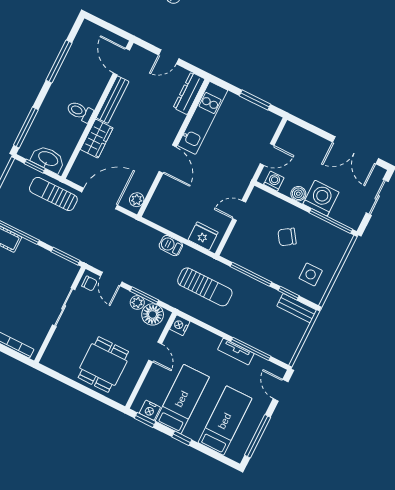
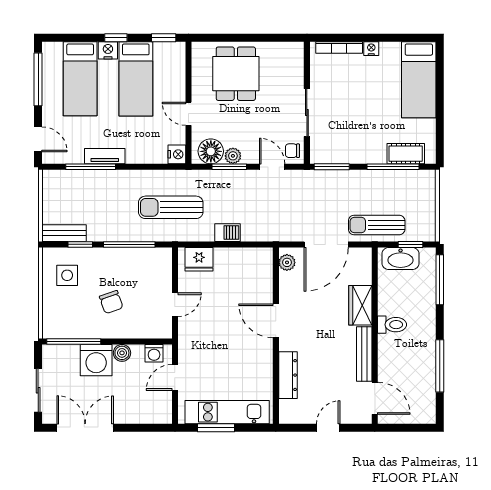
dresser: (189, 93) -> (288, 375), moved
kitchen unit: (203, 118) -> (227, 412), moved, turned 90
sun lounger: (53, 194) -> (377, 225), turned 180
chair: (287, 237) -> (111, 302), turned 105
nightstand: (150, 410) -> (108, 50), moved

